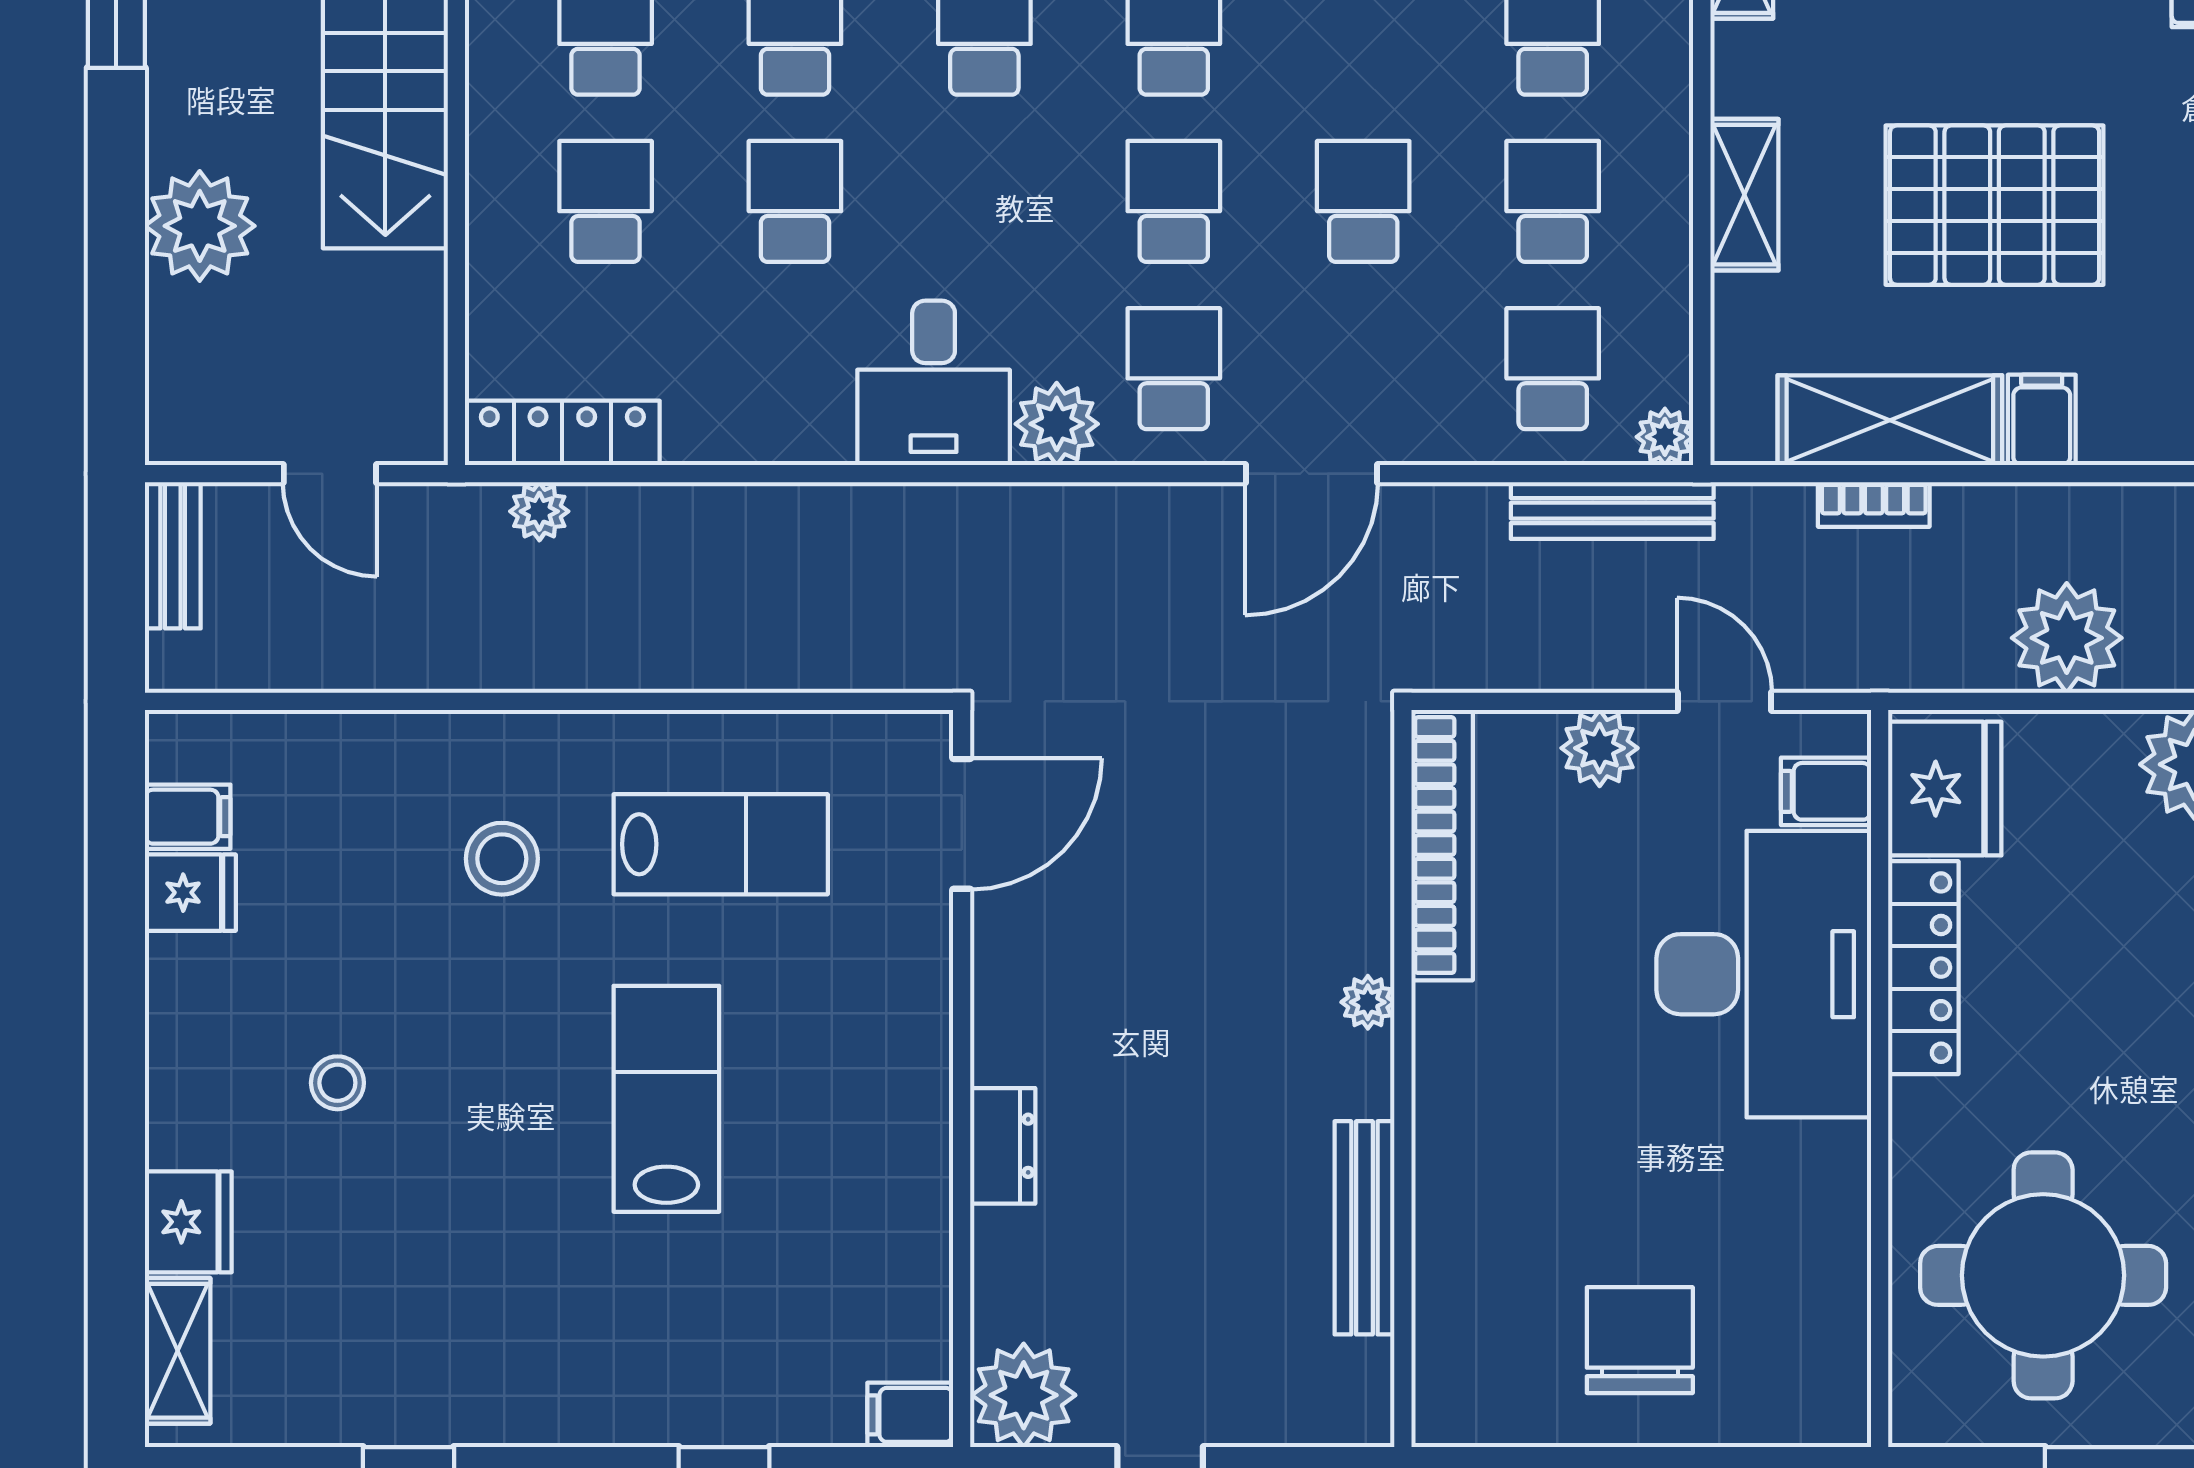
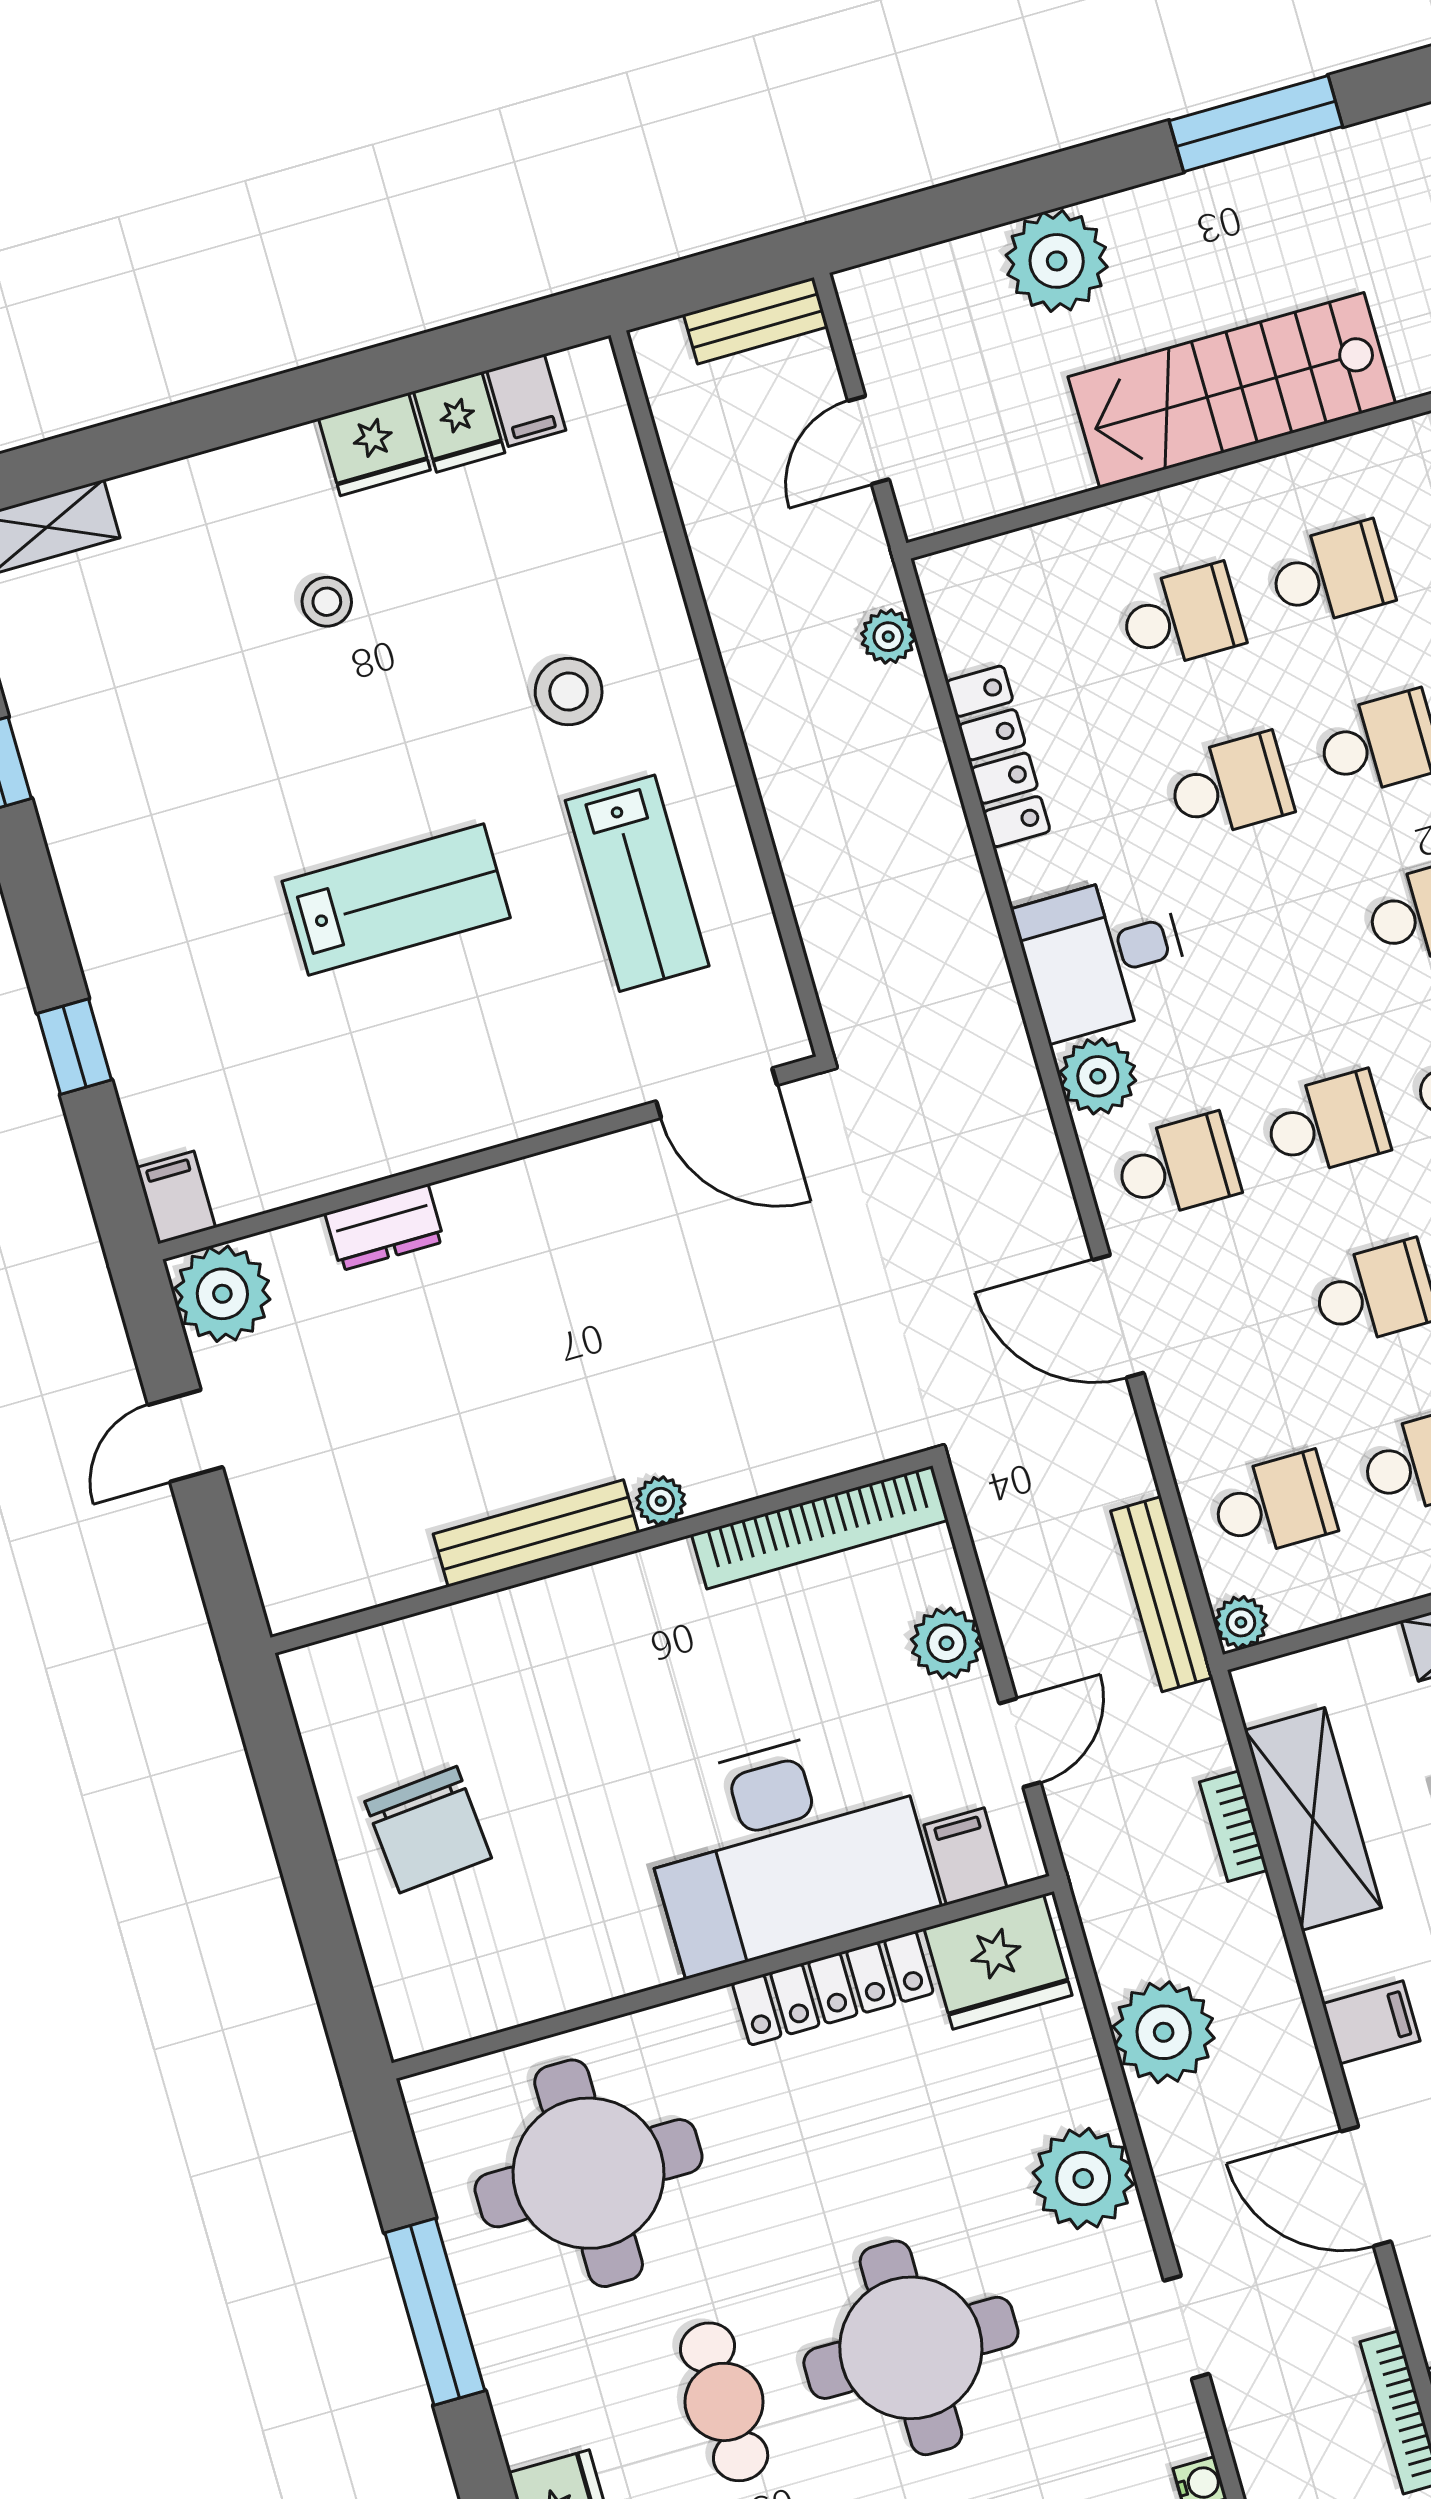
filing cabinet: (2042, 420) -> (1371, 2022), moved
locker: (562, 433) -> (998, 756), moved
dresser: (1003, 1146) -> (385, 1227), moved
fridge: (188, 1222) -> (374, 444), moved
bench: (1364, 1228) -> (536, 1533), moved
chair: (1640, 1340) -> (428, 1830), turned 85

